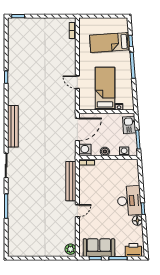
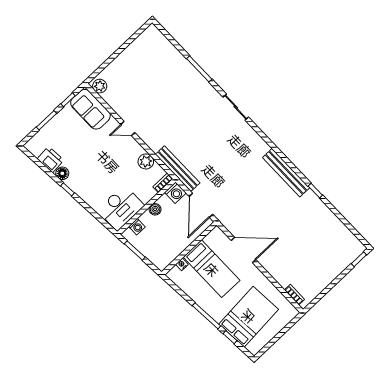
bed: (110, 43) -> (249, 317), width x1.50
door: (77, 82) -> (244, 250), width x1.88
kitchen sink: (129, 125) -> (156, 256), removed
bench: (13, 126) -> (286, 173), moved
bench: (71, 181) -> (178, 169), moved
plant: (85, 183) -> (146, 161), added
desk: (129, 201) -> (121, 208), moved, turned -86
door: (77, 211) -> (128, 129), hinge flipped
sofa: (99, 248) -> (90, 109), moved, turned 90
printer: (133, 250) -> (50, 160), moved, turned -94

